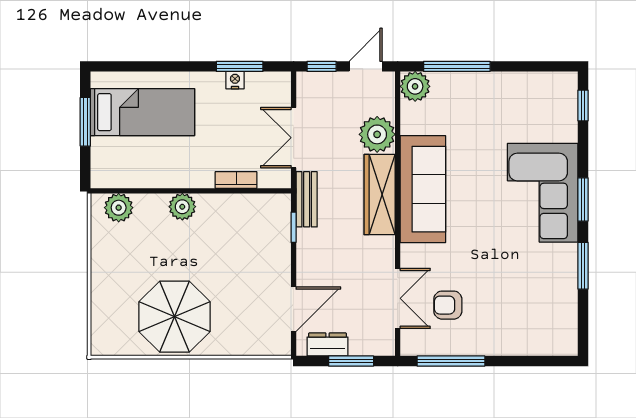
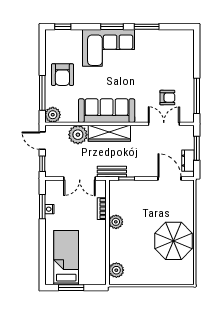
armchair: (492, 105) -> (62, 75), added
plant: (182, 207) -> (116, 222), moved
armchair: (448, 305) -> (167, 98), turned -90

